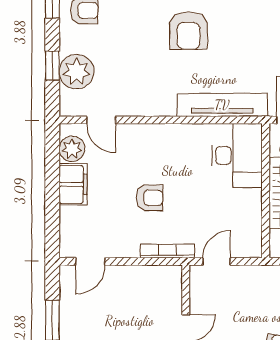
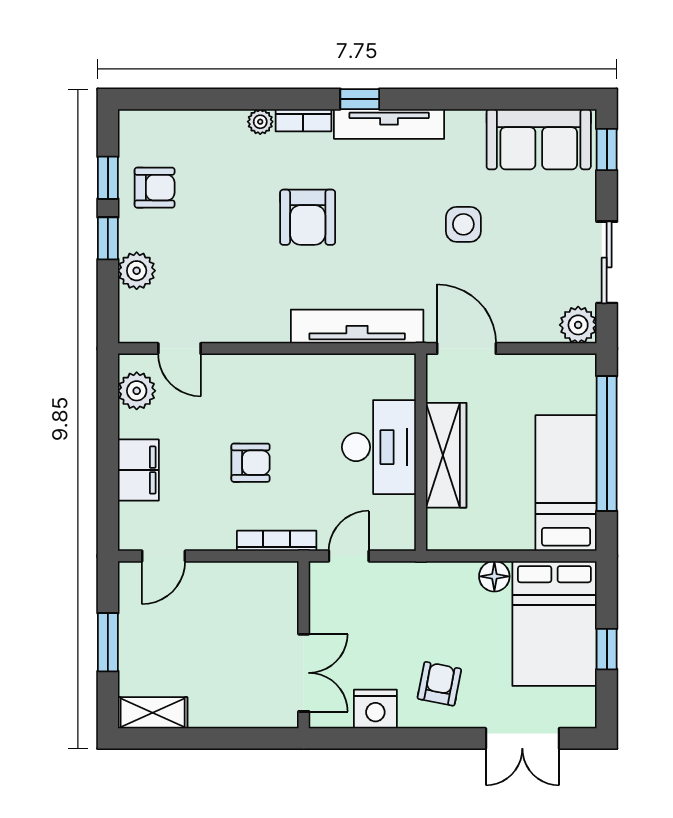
window: (52, 65) -> (108, 238), moved
plant: (77, 72) -> (137, 271), width x0.73, depth x0.73
desk: (237, 155) -> (379, 447), moved
filing cabinet: (73, 184) -> (138, 470), moved

